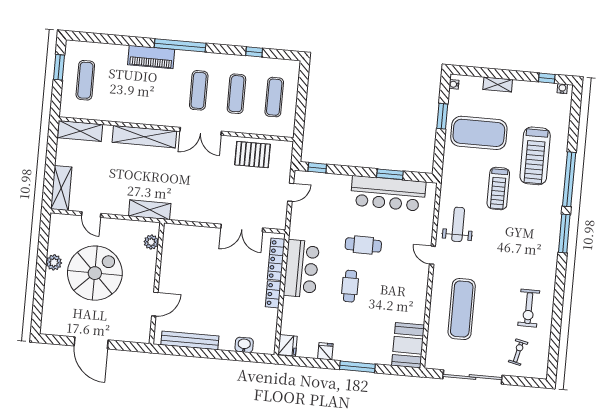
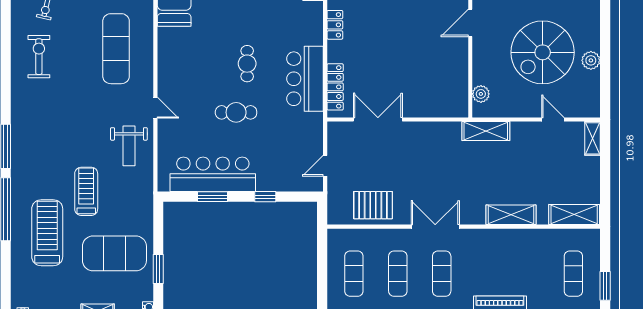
shelving: (144, 137) -> (511, 215), width x0.68
window: (317, 168) -> (265, 197), moved
shelving: (61, 188) -> (593, 138), width x0.67, depth x0.75
locker: (273, 294) -> (335, 25), moved

